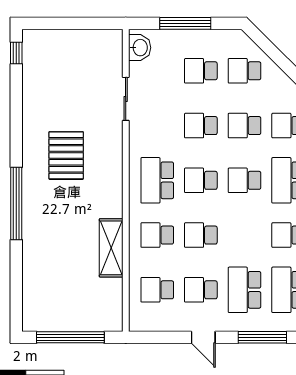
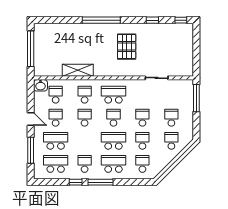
window: (185, 23) -> (196, 98), moved
washbasin: (140, 48) -> (40, 85), moved
window: (16, 107) -> (152, 20), added
pallet: (66, 155) -> (127, 47), turned 90
school desk: (245, 180) -> (113, 141), width x1.85
door: (203, 337) -> (31, 119), swing flipped

